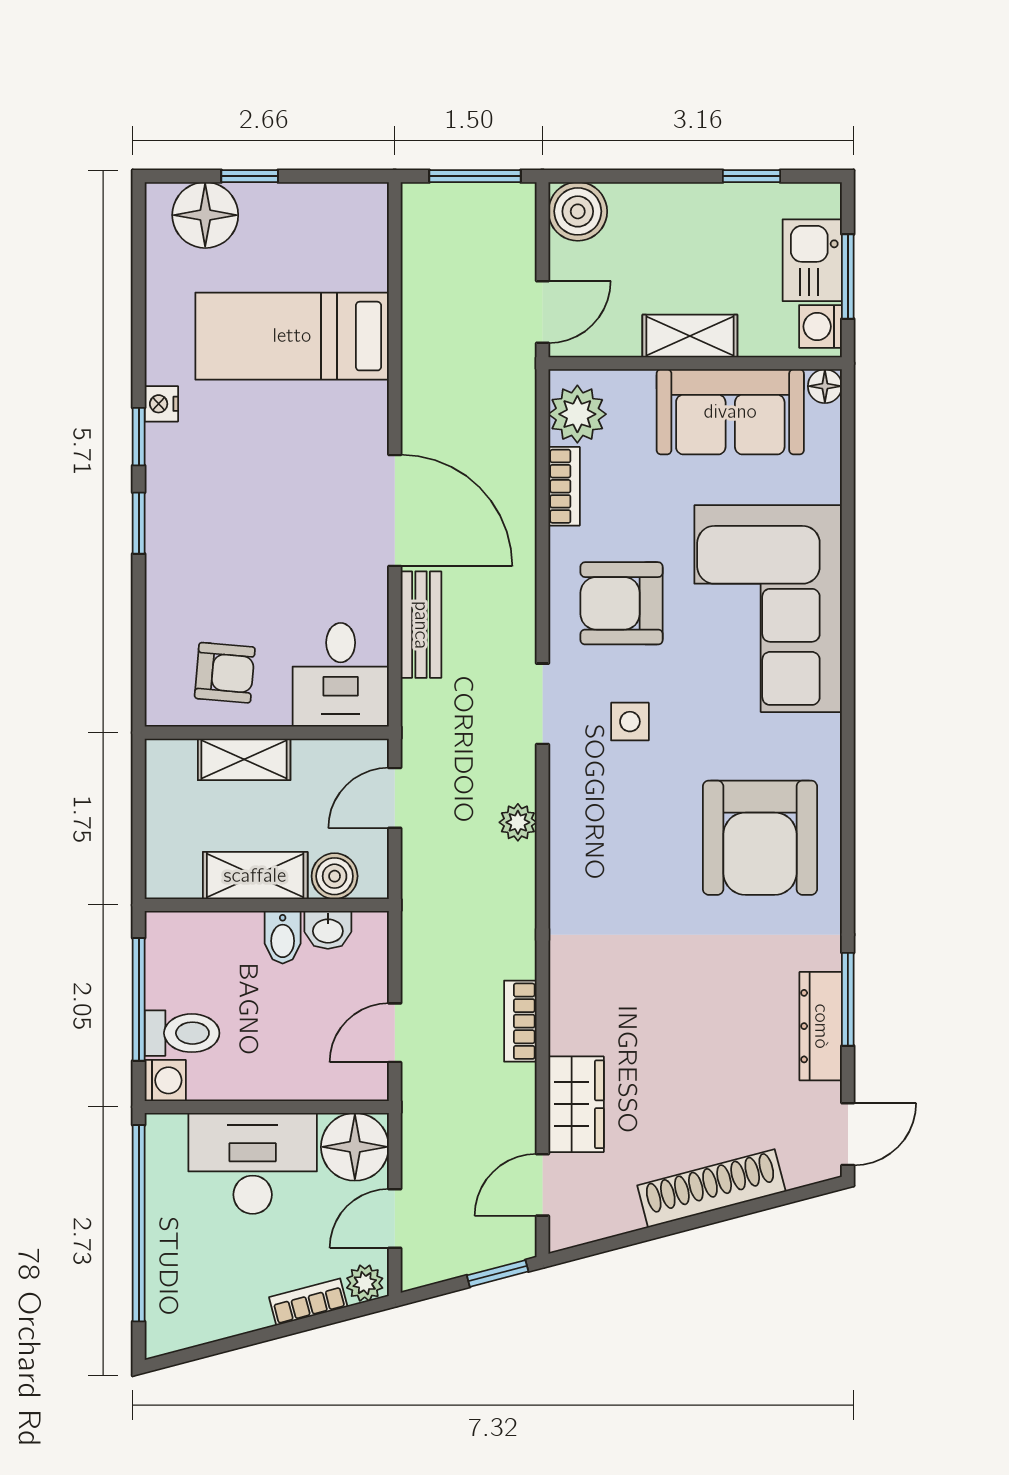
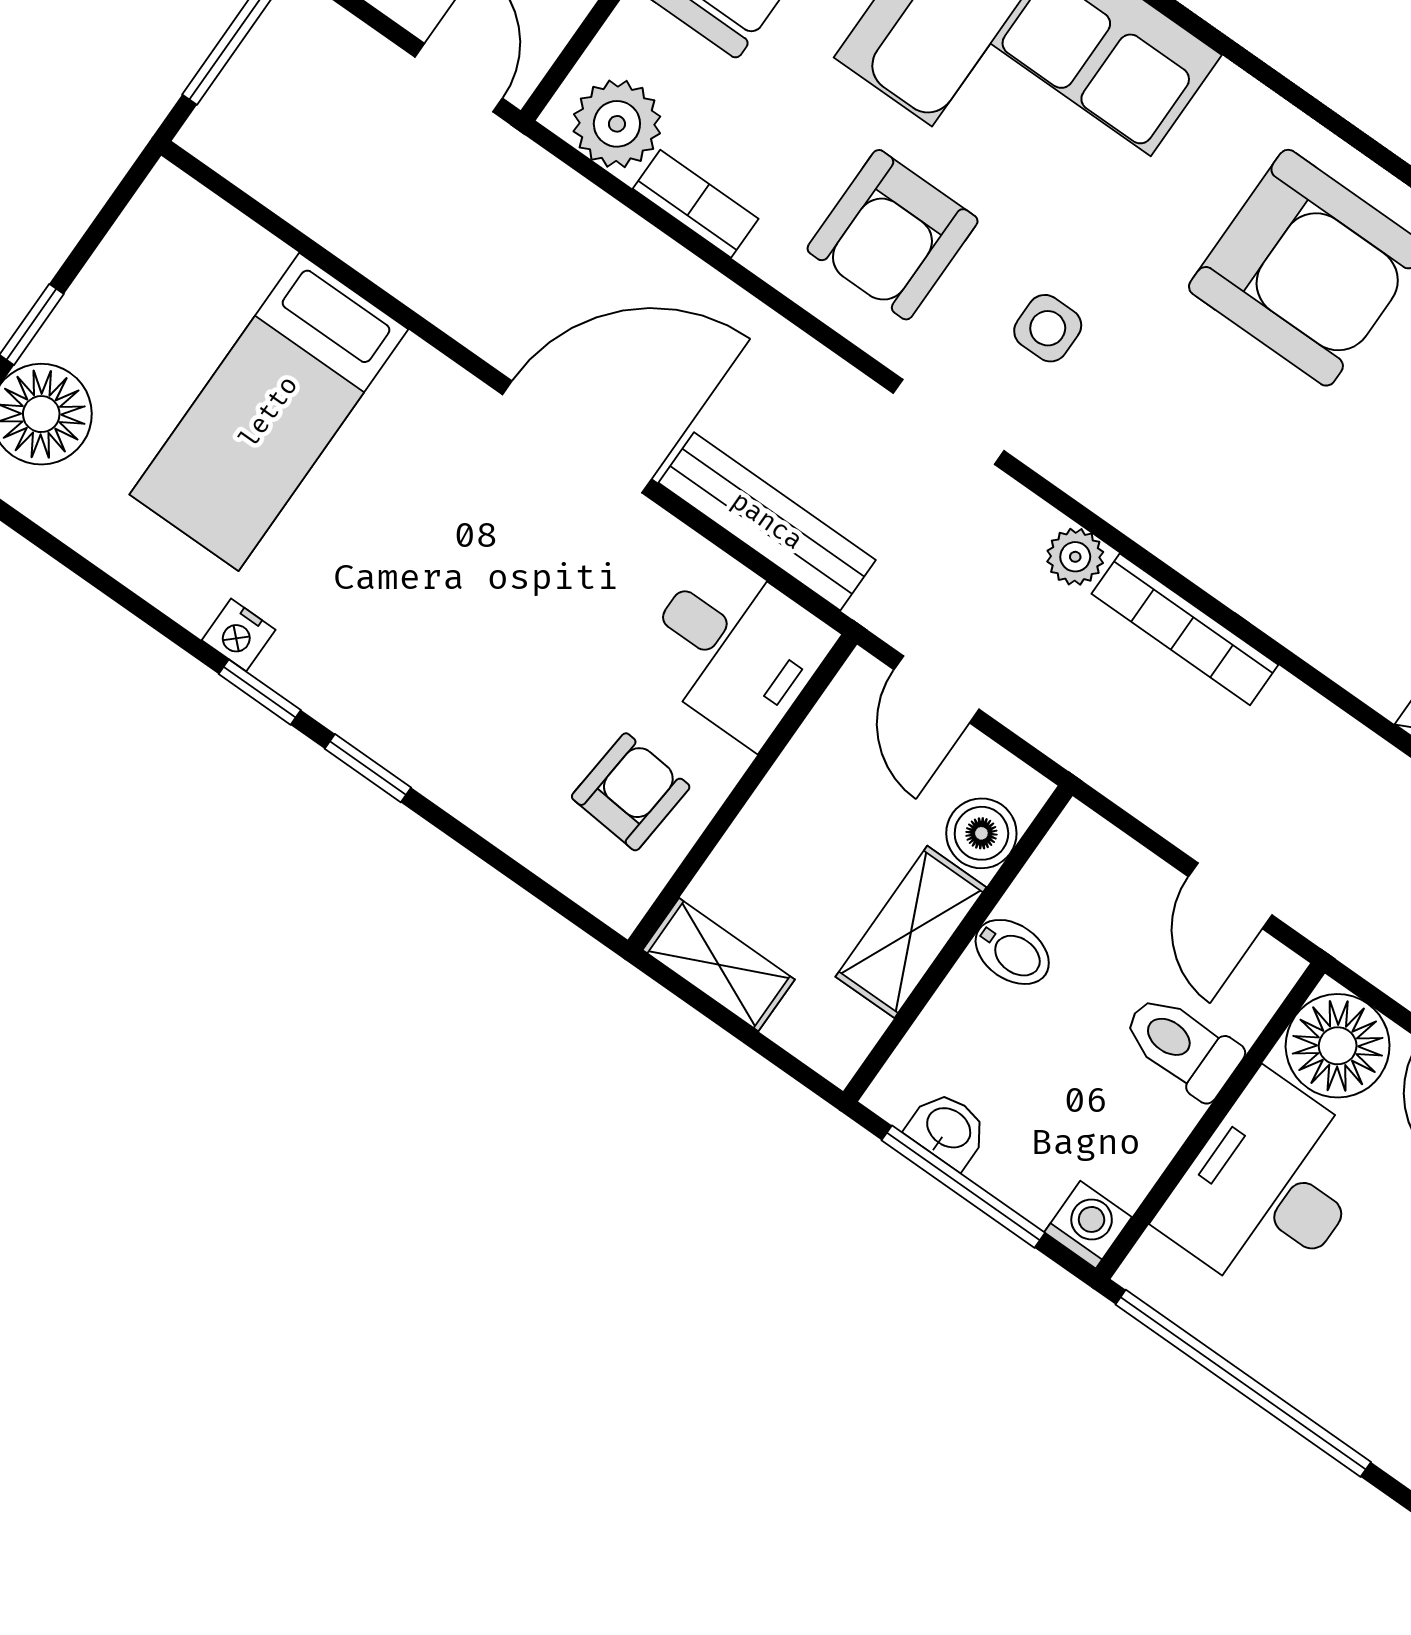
bench: (421, 625) -> (767, 521), width x1.36
shelving: (244, 759) -> (719, 965), moved, turned 90
washbasin: (328, 930) -> (948, 1129), moved, turned -90
bookcase: (520, 1021) -> (1185, 629), moved, width x1.56
toilet: (182, 1033) -> (1182, 1046), moved, turned -90

